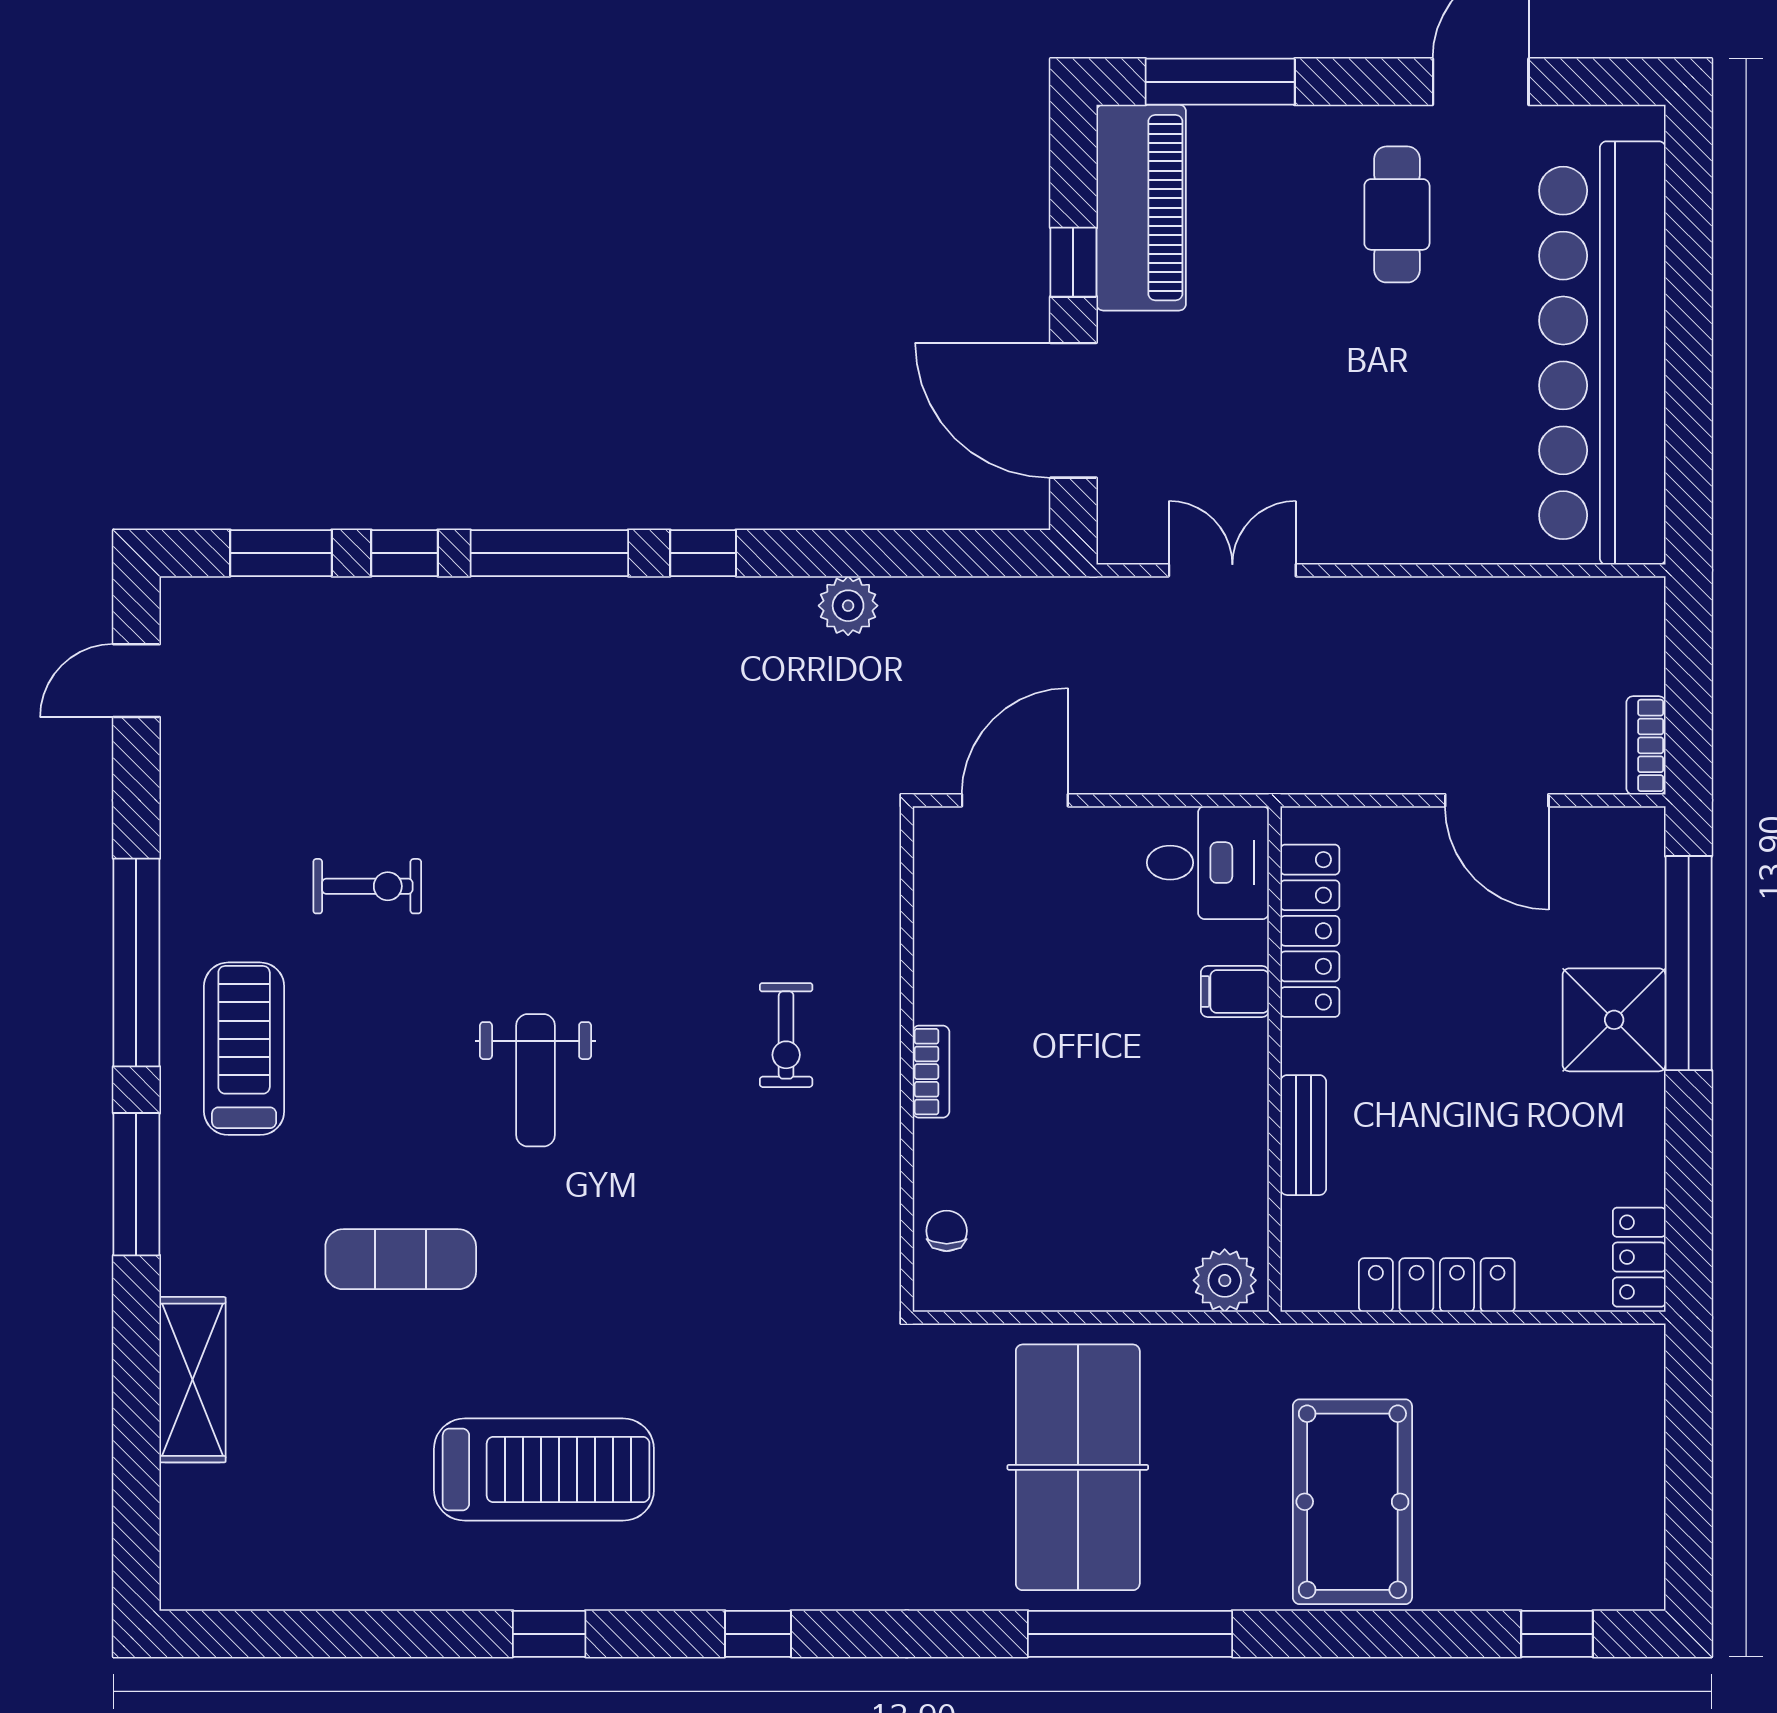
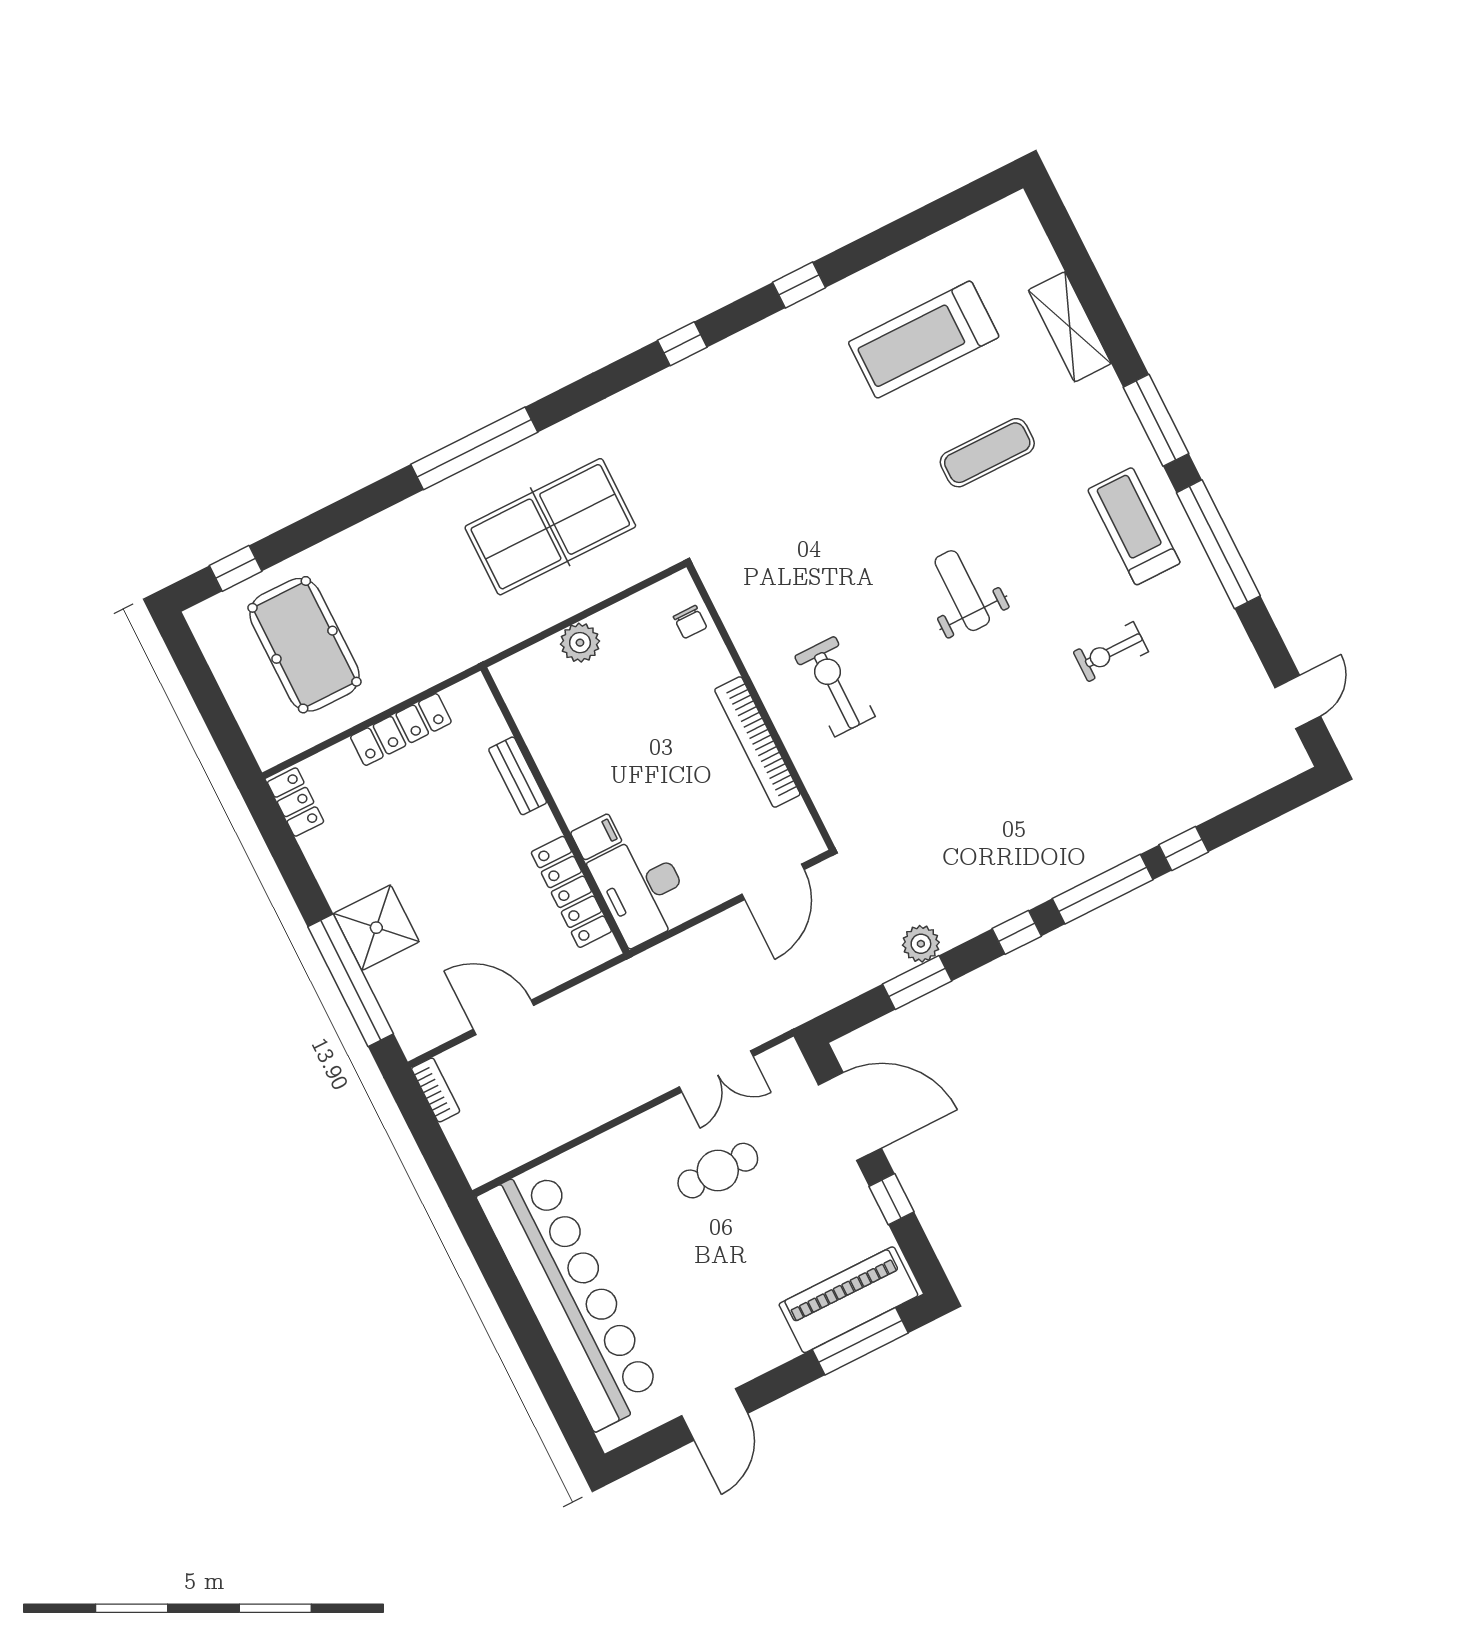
piano: (1141, 208) -> (848, 1300), moved, turned 90
cafe table: (1397, 214) -> (718, 1171), moved, turned 90
window: (281, 553) -> (917, 983), moved
desk: (1208, 863) -> (642, 890), width x1.37
exercise bike: (786, 1035) -> (835, 686), width x1.38, depth x1.39
treadmill: (244, 1049) -> (1134, 526), turned 180
bookcase: (931, 1072) -> (757, 742), width x2.31, depth x1.31
plant: (1225, 1280) -> (580, 643), moved
table tennis table: (1078, 1467) -> (550, 527), turned 90
treadmill: (544, 1470) -> (924, 340), moved
pool table: (1352, 1502) -> (304, 645), moved

